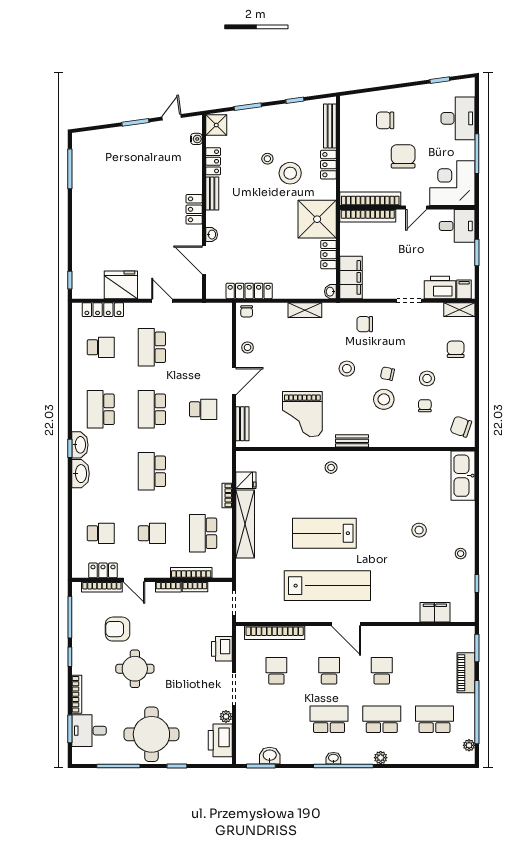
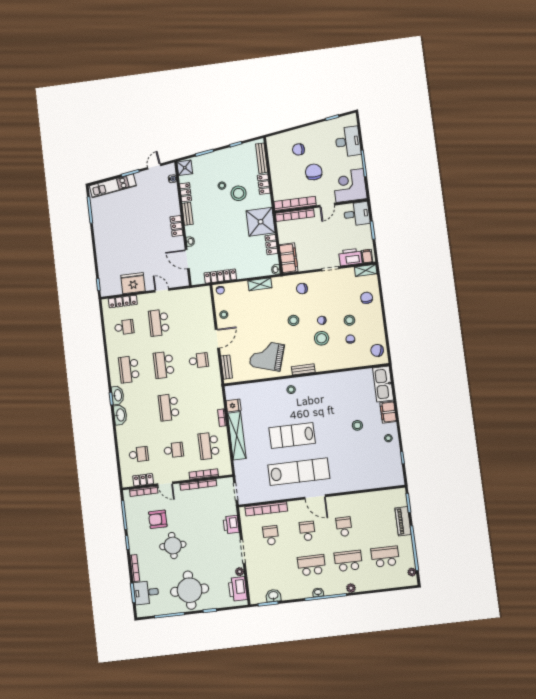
kitchen unit: (108, 138) -> (113, 186), added
grand piano: (302, 414) -> (267, 355), turned 107
filing cabinet: (435, 612) -> (388, 412), moved, turned -90

